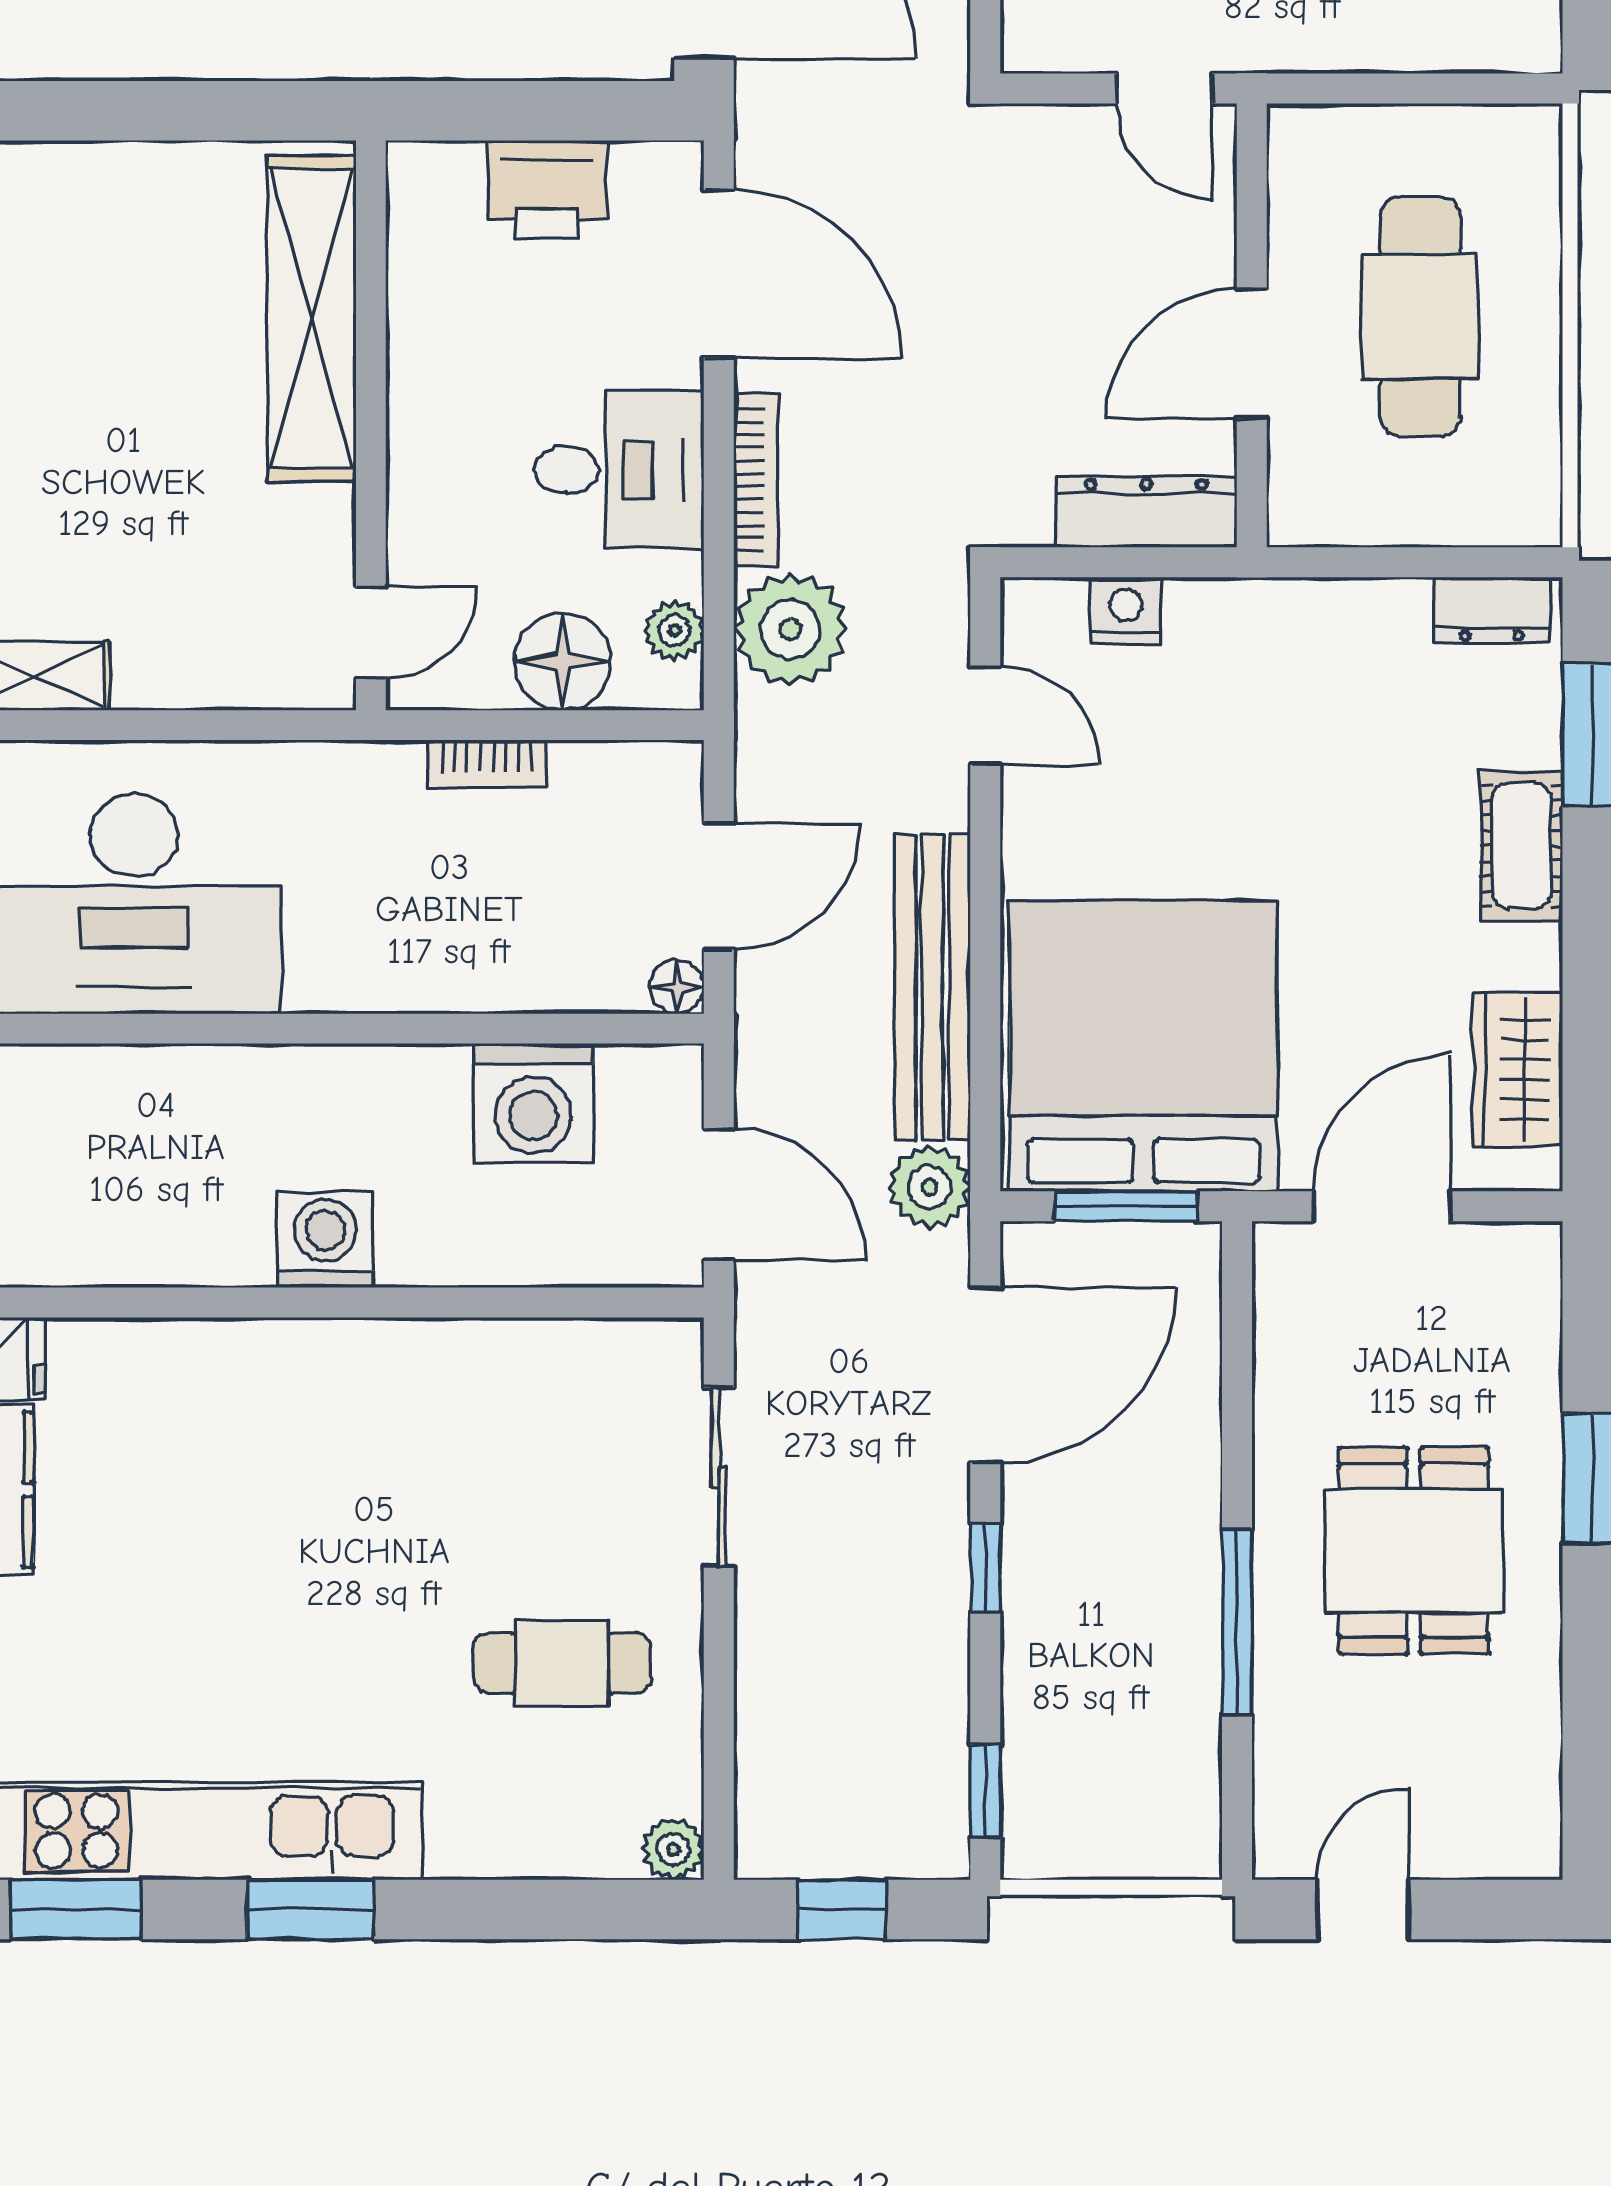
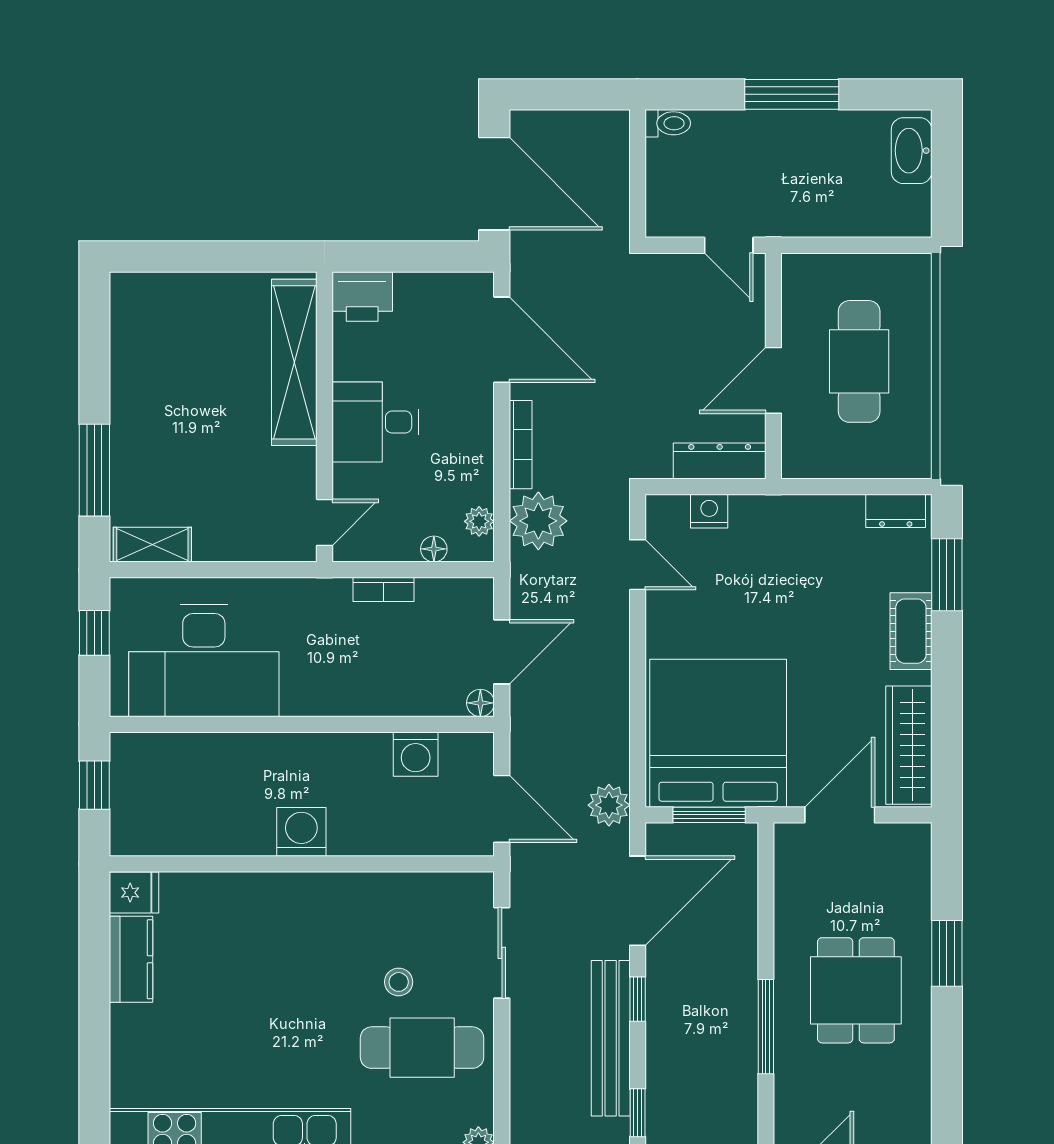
printer: (547, 189) -> (362, 297), moved
desk: (619, 470) -> (375, 422), moved, turned 180
floor lamp: (563, 662) -> (434, 549), width x0.53, depth x0.53
bench: (932, 987) -> (611, 1038), moved
wardrobe: (1518, 1069) -> (909, 745), width x1.50
washing machine: (533, 1103) -> (416, 754), width x0.73, depth x0.73
stool: (516, 1534) -> (399, 982), added
cafe table: (562, 1663) -> (422, 1048), width x1.37, depth x1.35

